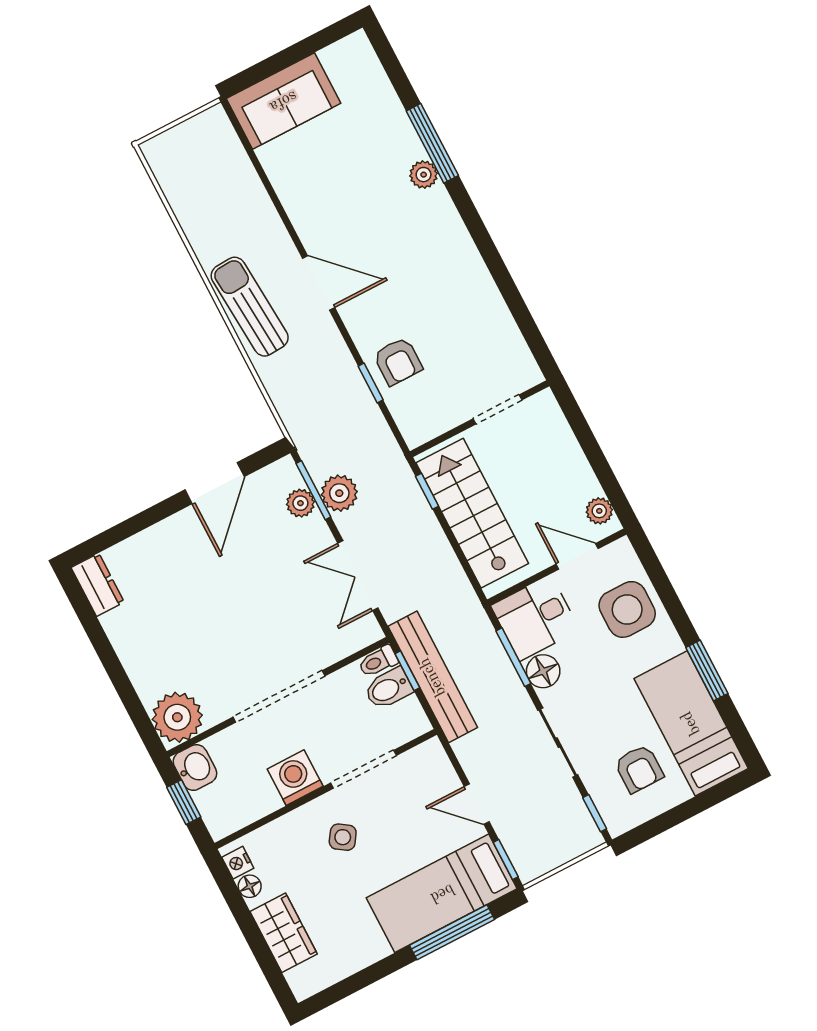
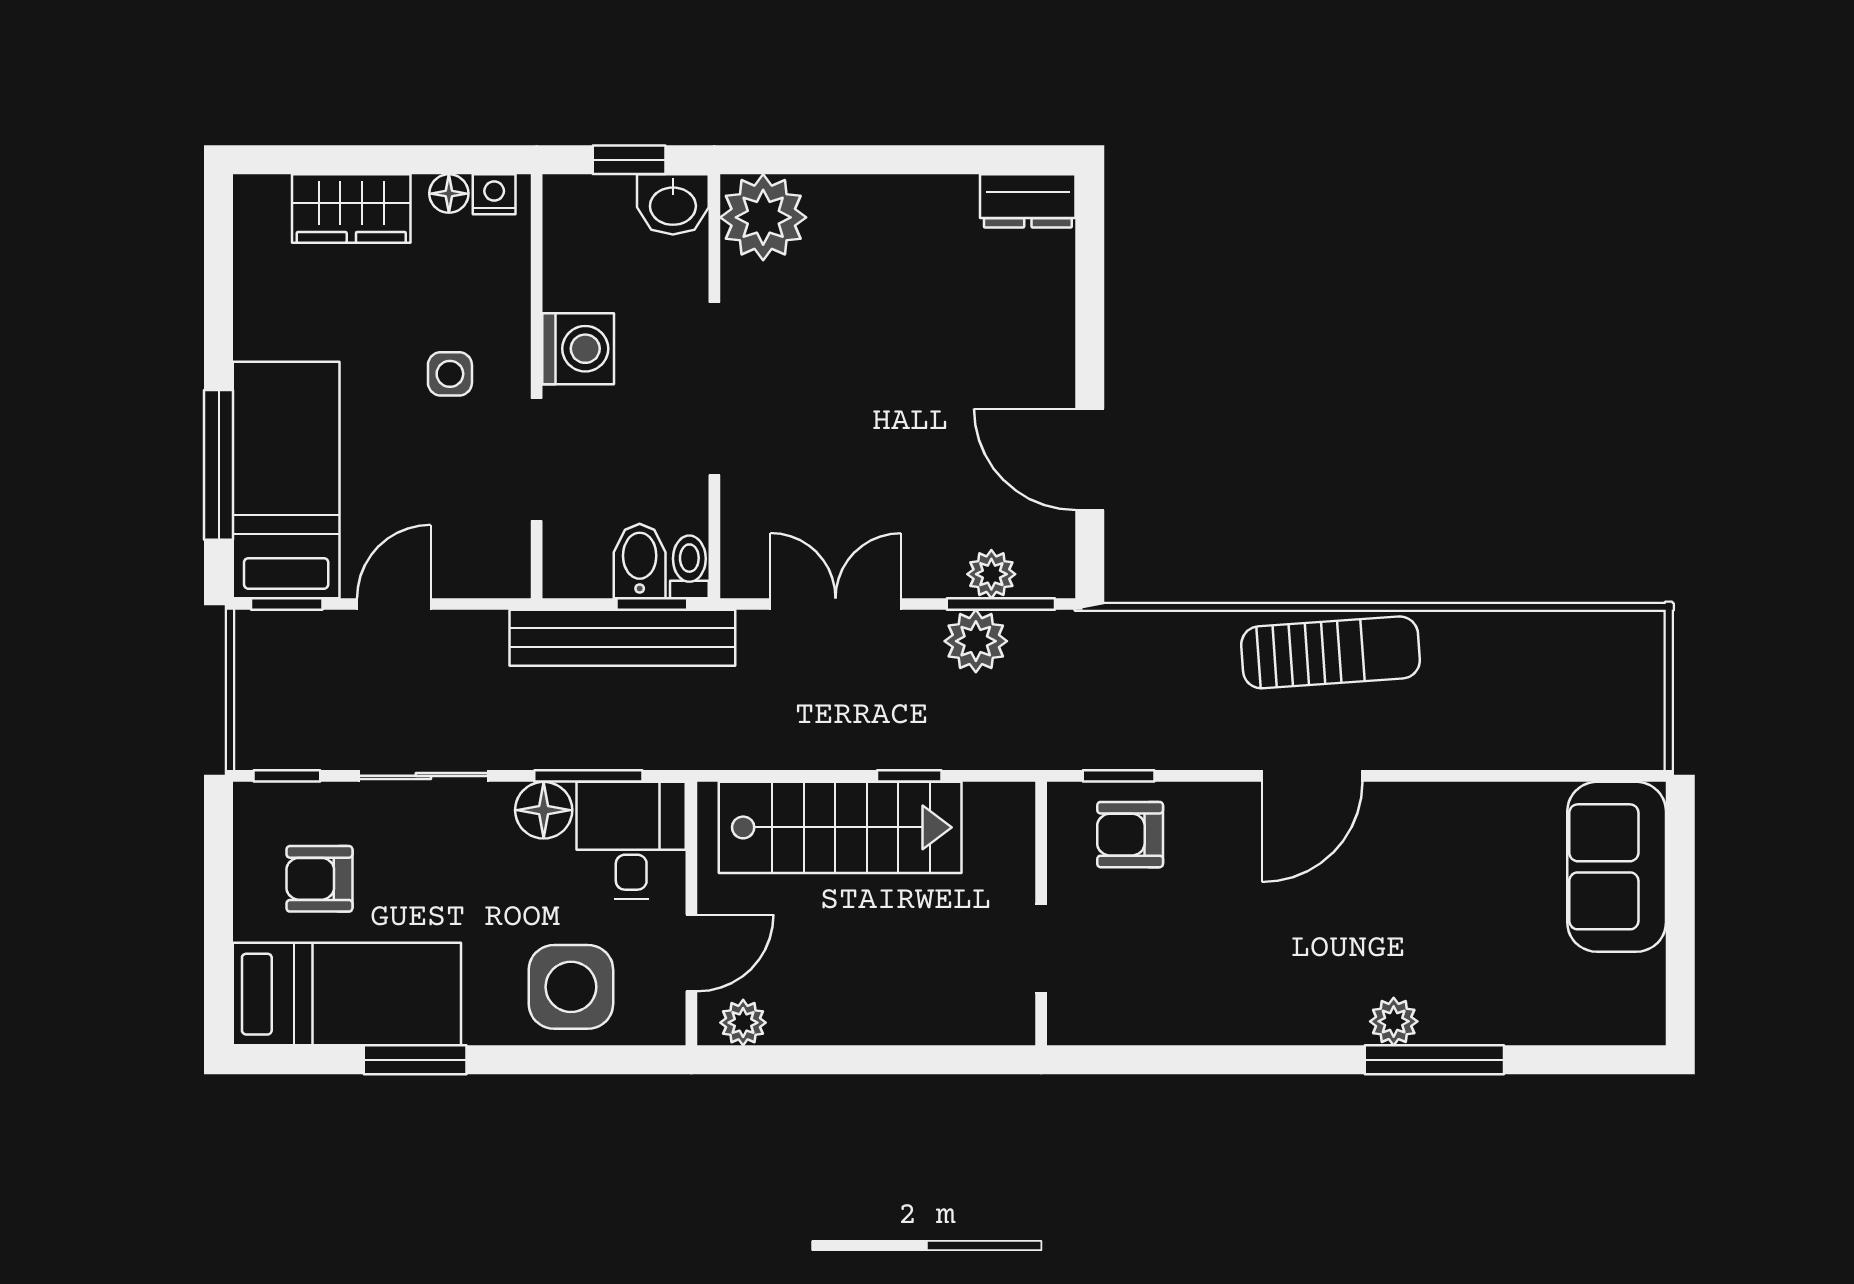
doorway: (498, 409) -> (1041, 948), moved
wall: (480, 419) -> (1041, 914), moved
side table: (343, 837) -> (450, 374), turned -34

